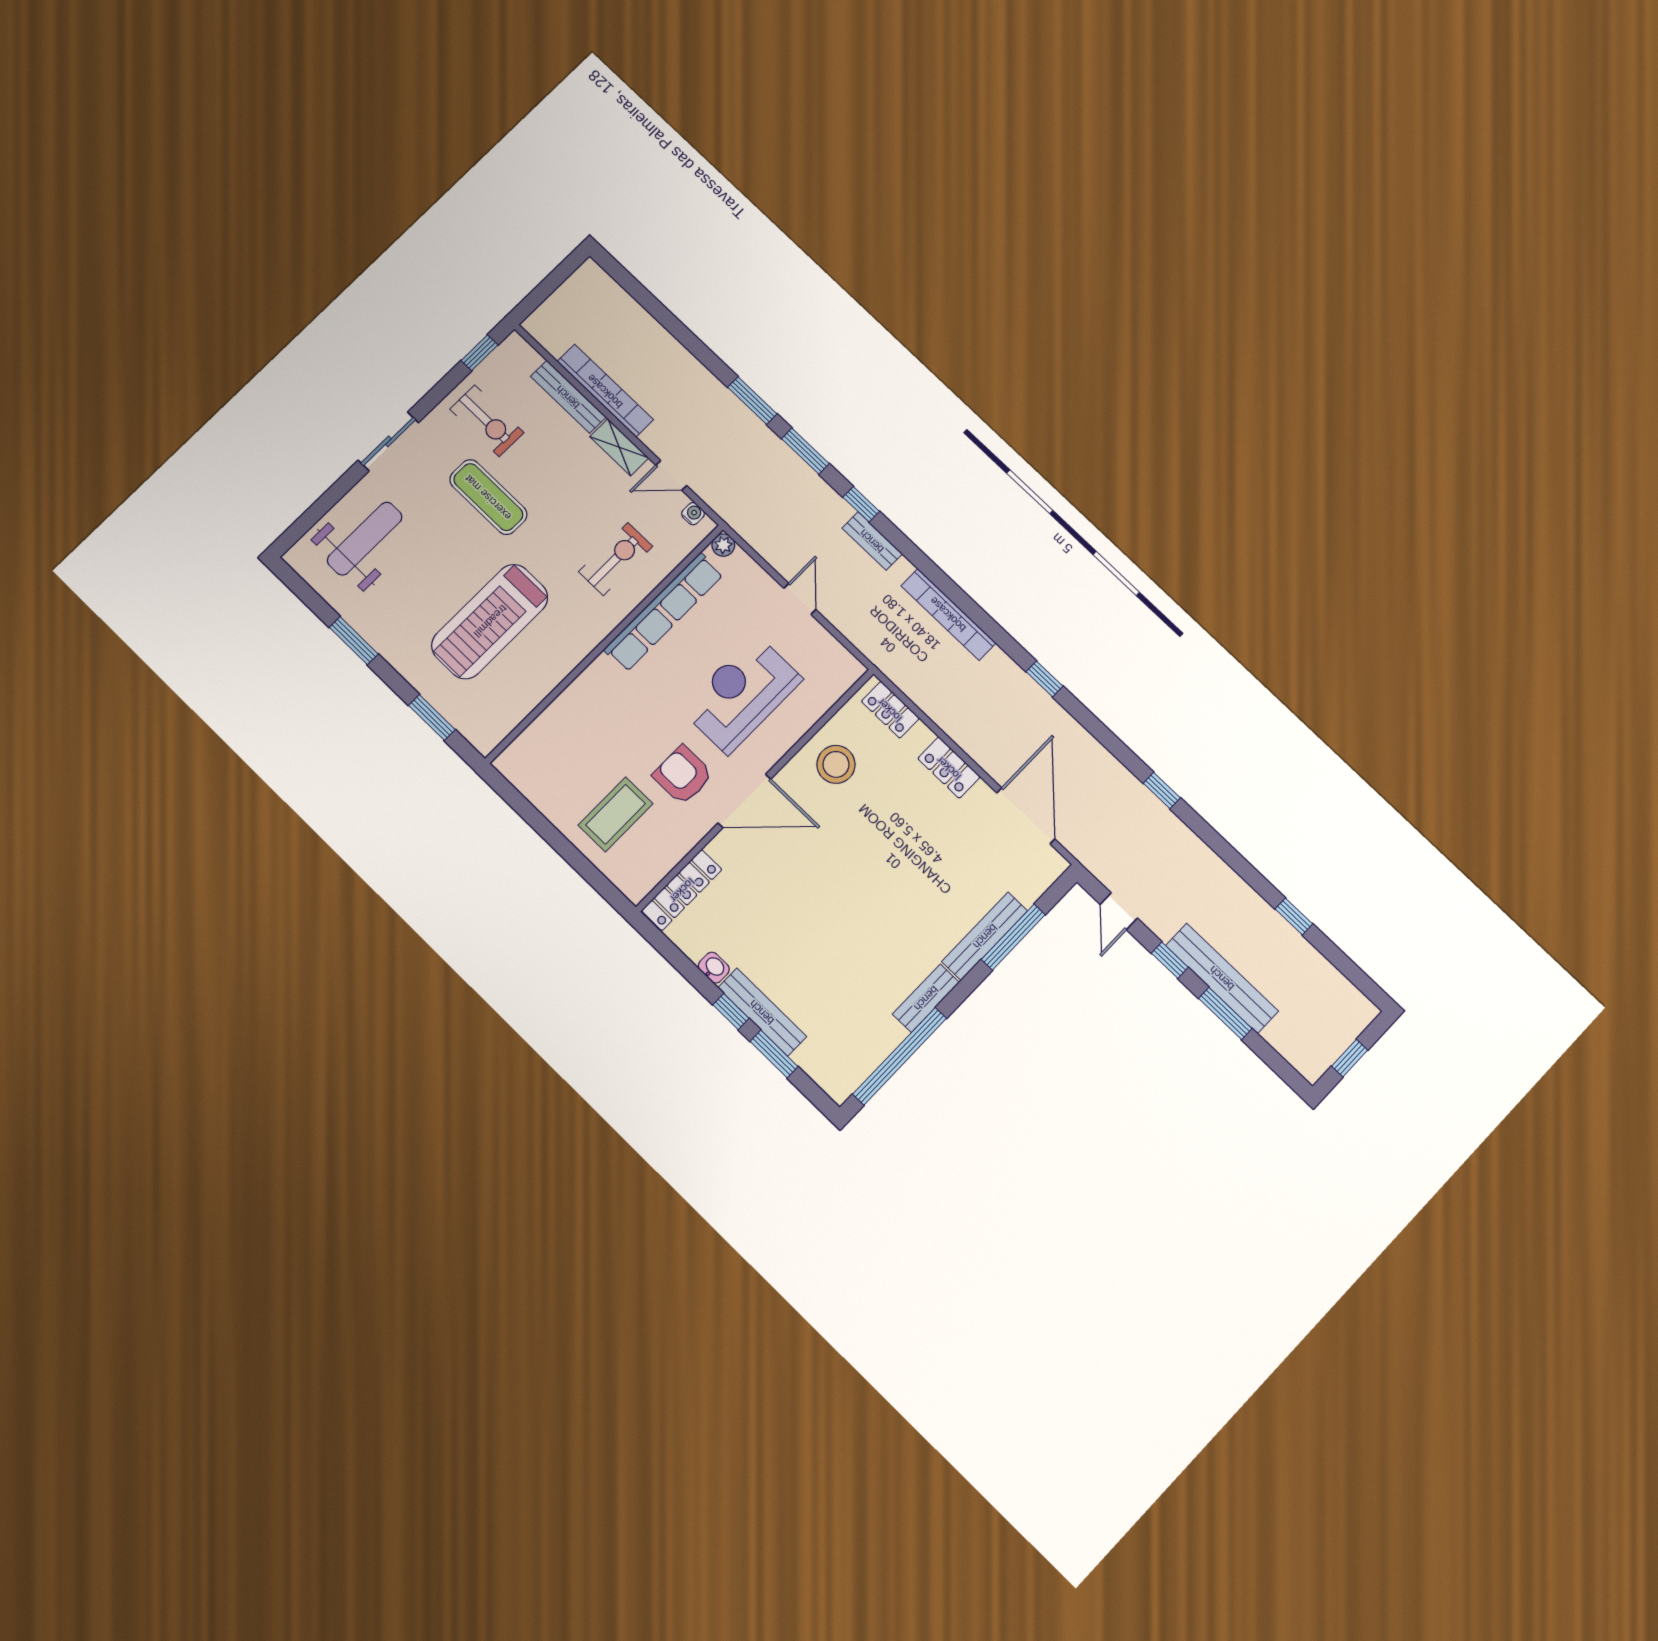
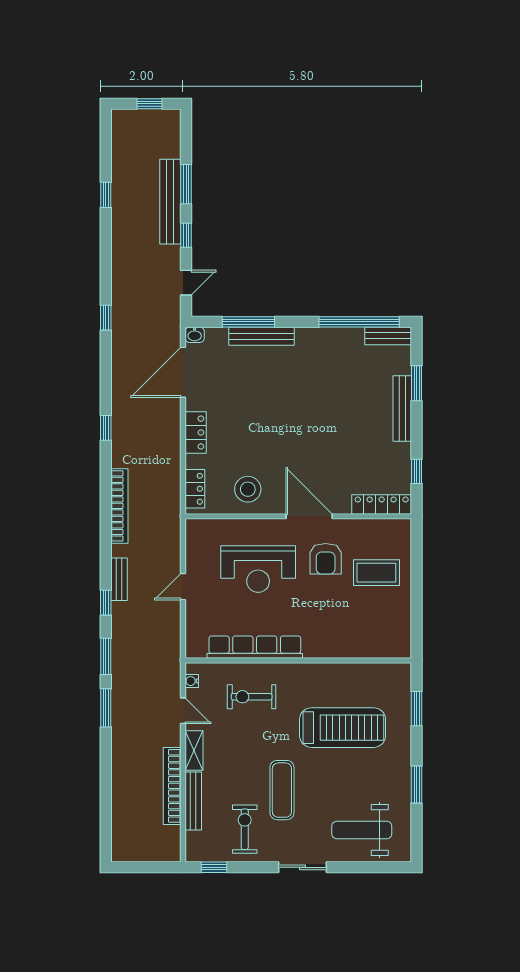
plant: (723, 545) -> (193, 651), removed
washbasin: (714, 968) -> (195, 335), moved, turned -90
bench: (926, 998) -> (388, 336), moved
window: (731, 1012) -> (417, 471), moved

